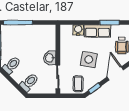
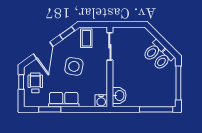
water cooler: (78, 30) -> (101, 101), moved
washbasin: (50, 58) -> (119, 95), moved
toilet: (29, 82) -> (154, 51), moved

